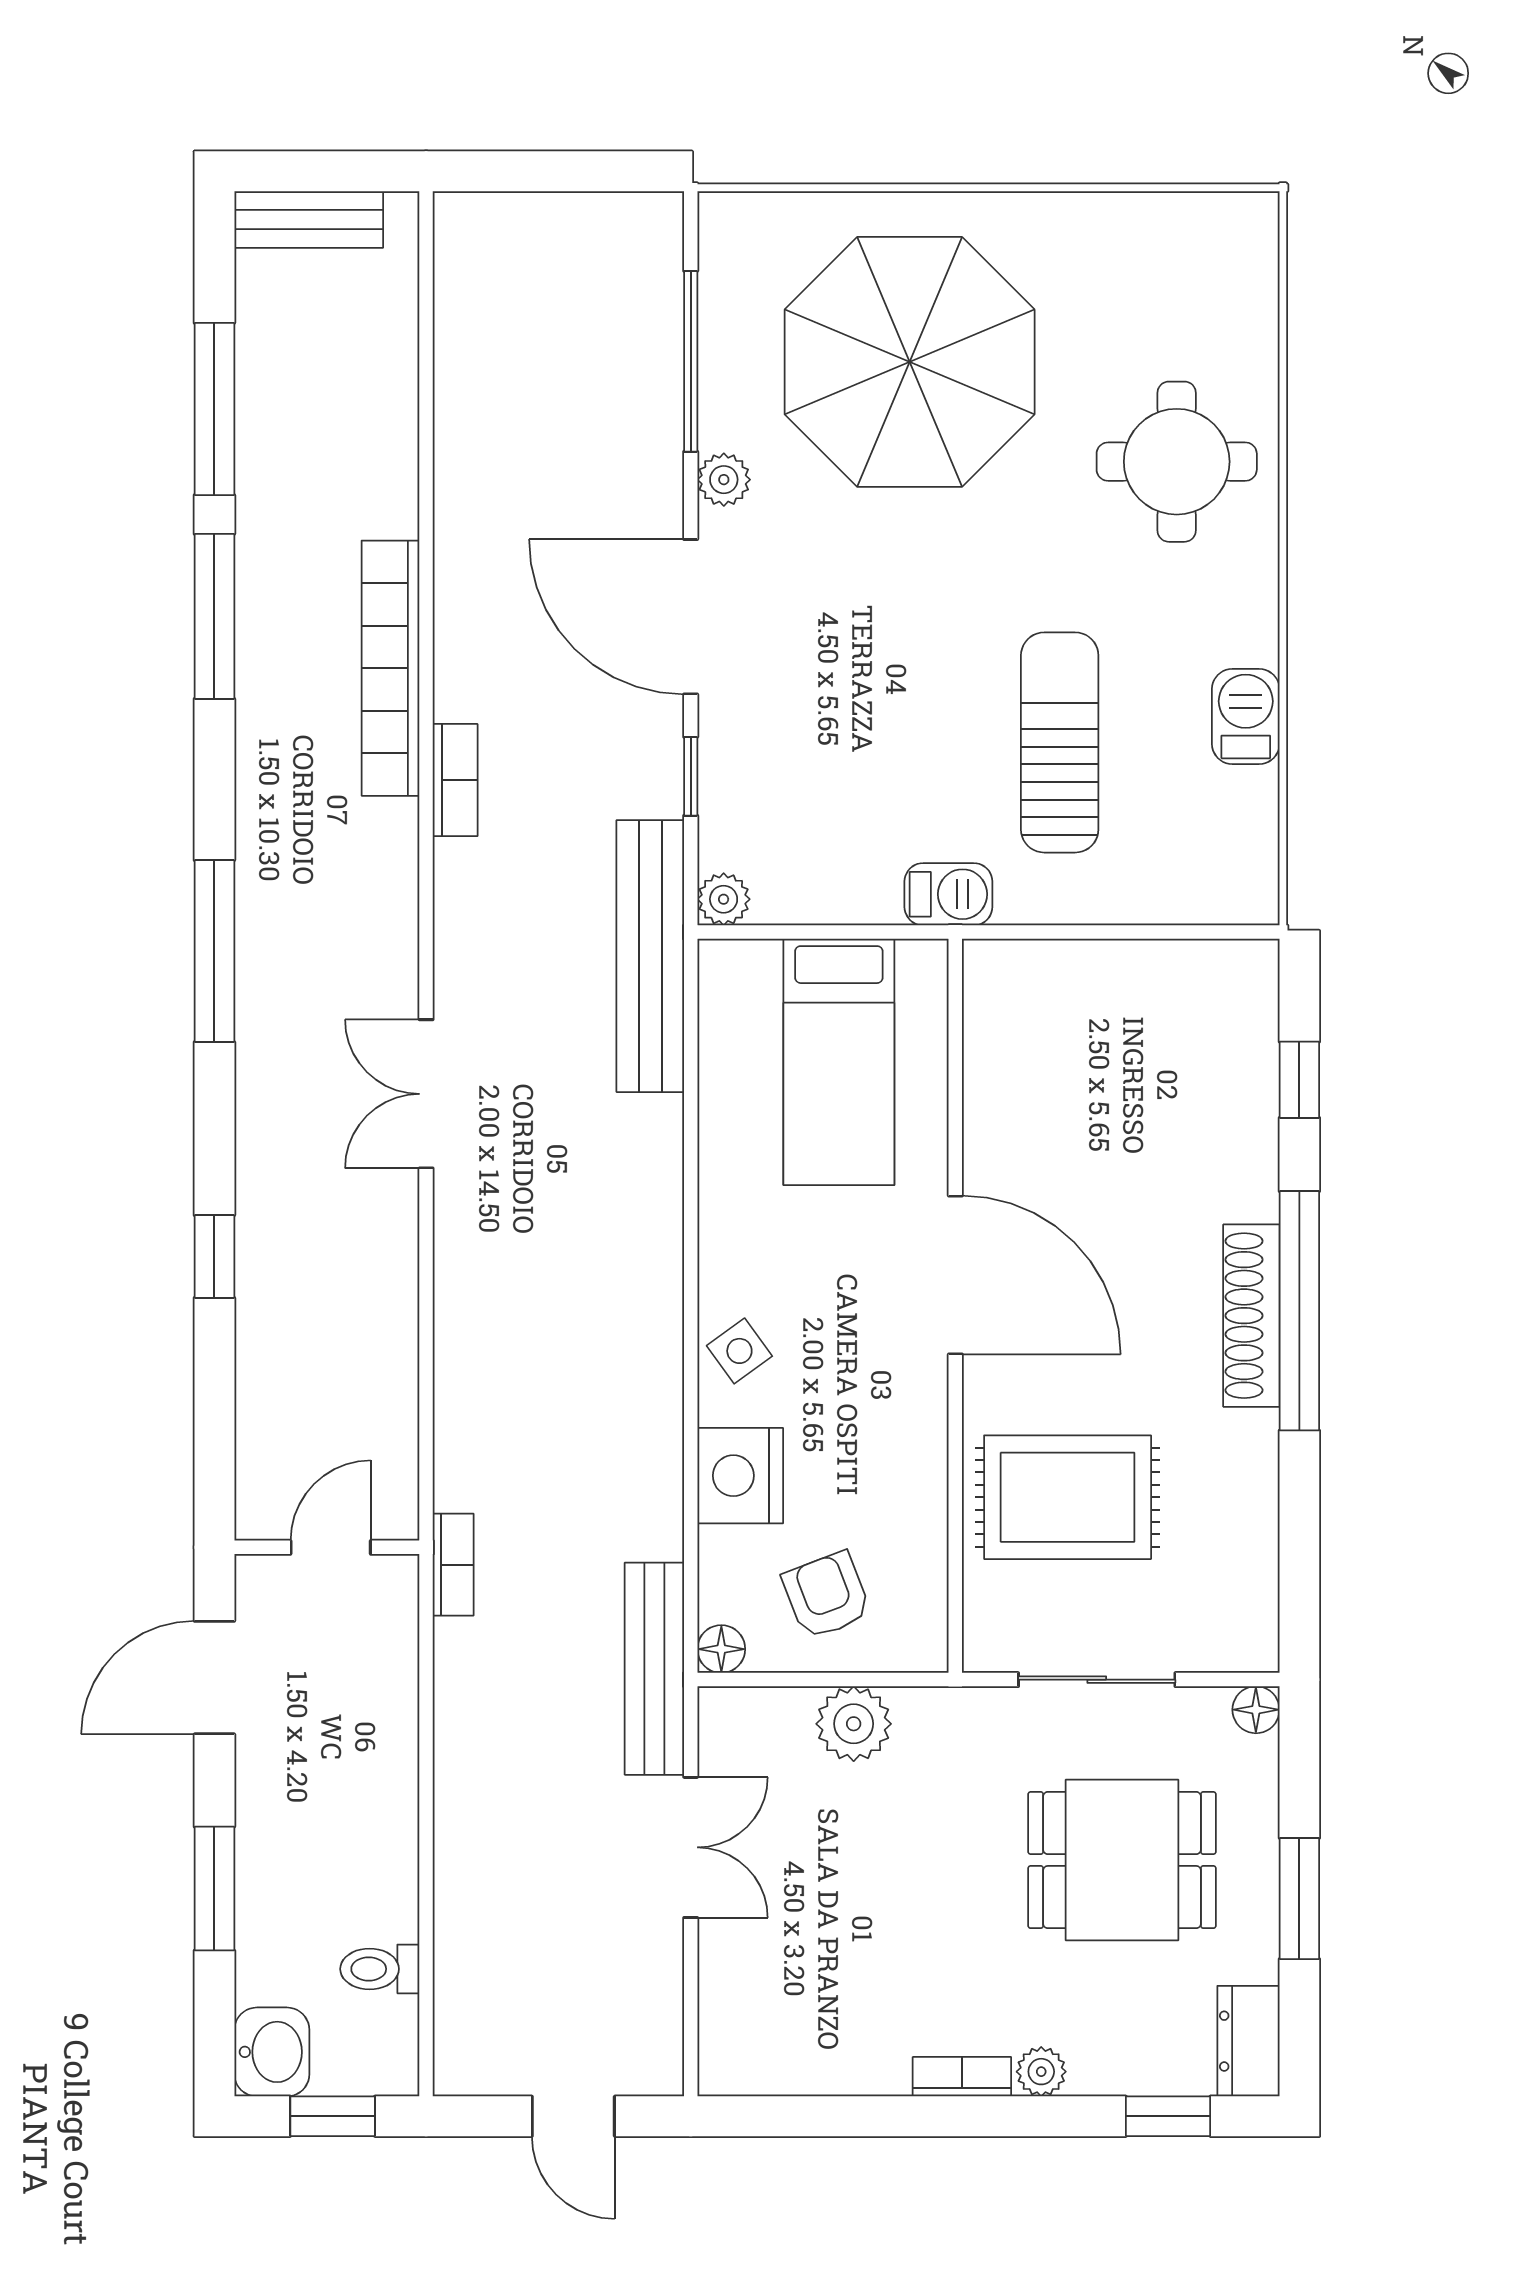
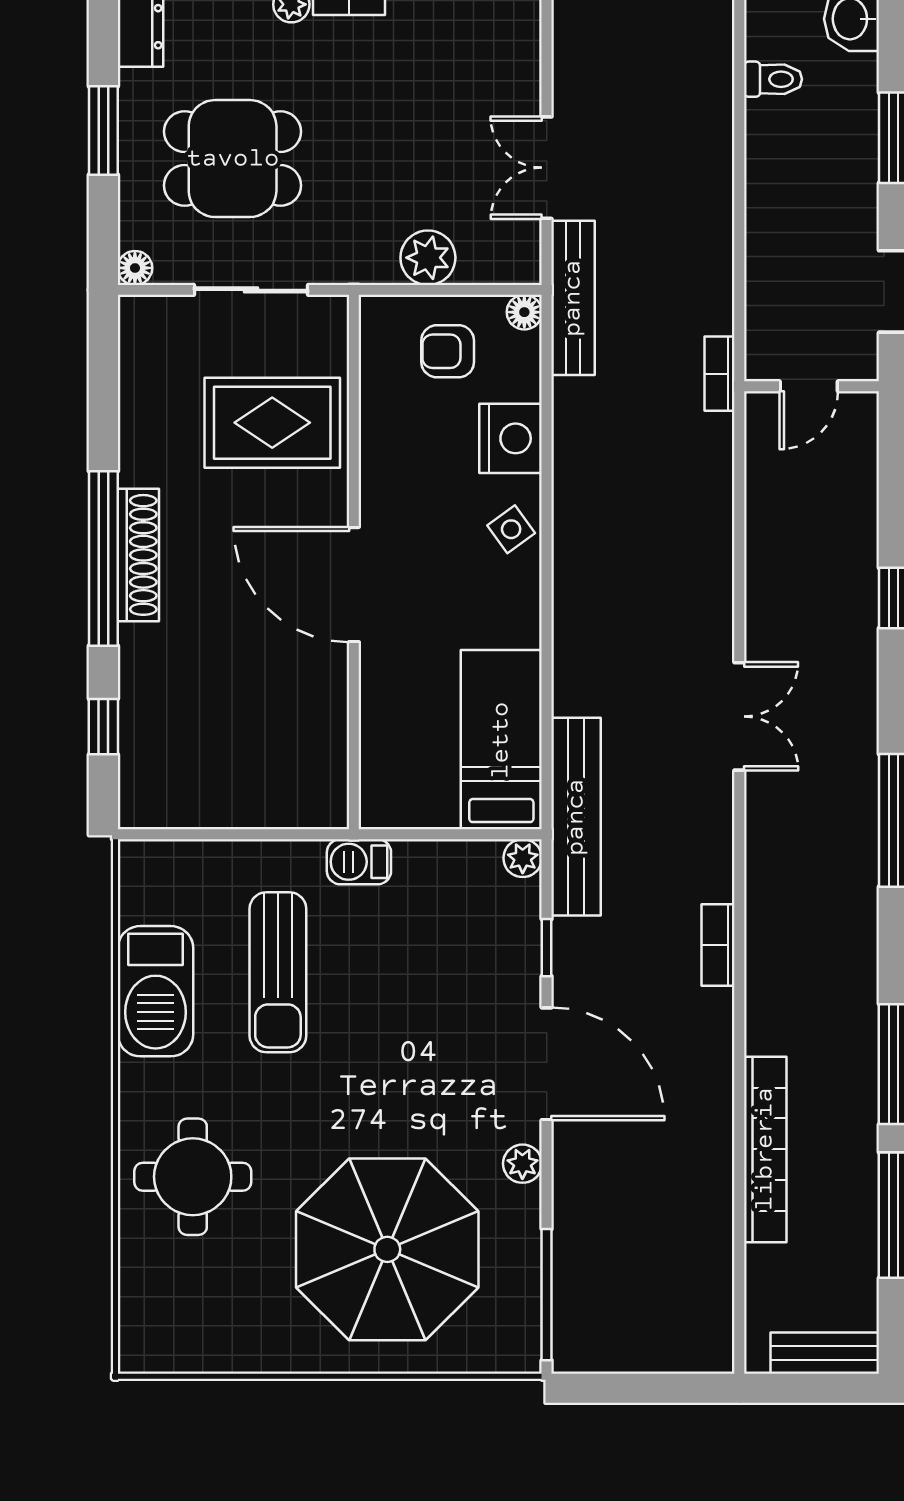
window: (691, 361) -> (547, 1295), moved
bookcase: (391, 668) -> (765, 1149), moved
barbecue: (1246, 716) -> (156, 991), width x1.88, depth x1.53
bed: (839, 1062) -> (501, 740), moved
armchair: (827, 1595) -> (448, 351), turned 111

